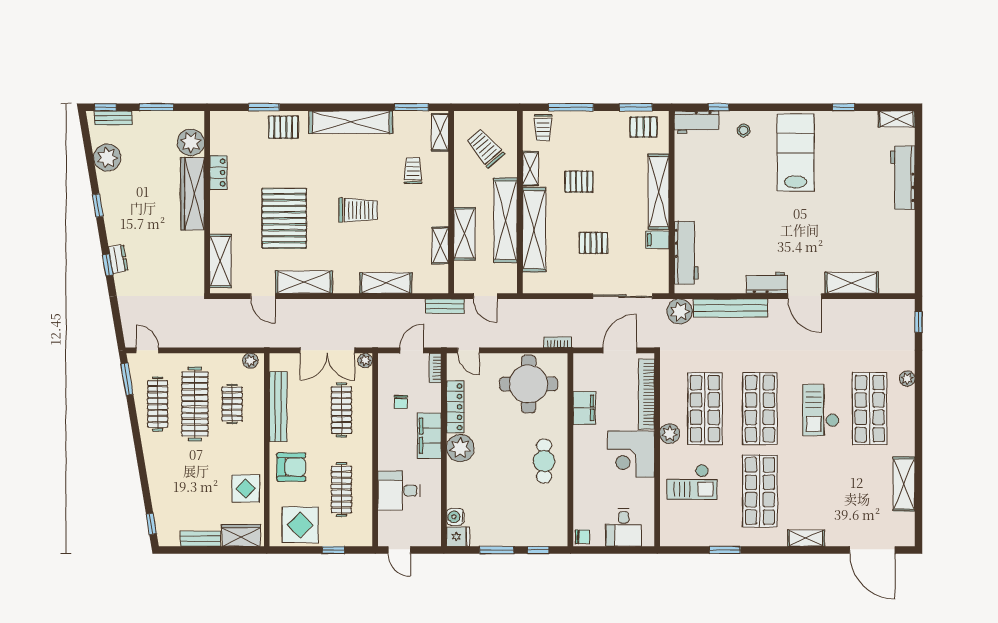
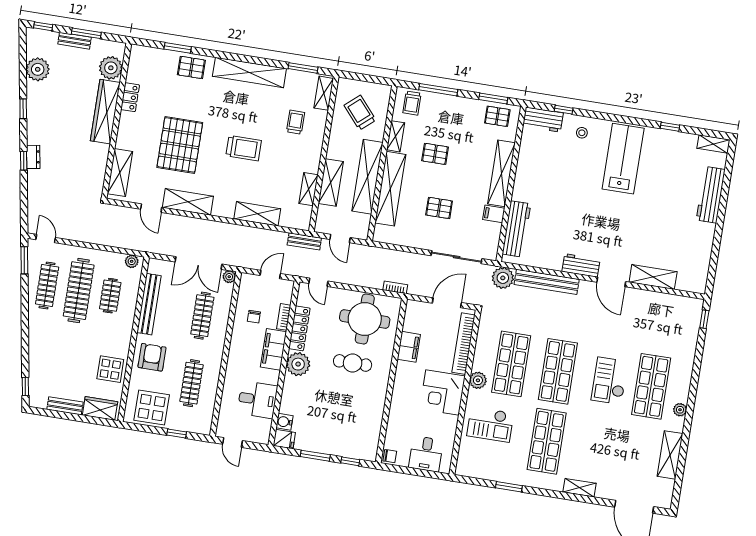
bench: (113, 118) -> (75, 41), moved
bookcase: (435, 368) -> (284, 317), moved
plant: (907, 379) -> (680, 410), moved
cafe table: (544, 461) -> (353, 363), moved, turned 90
armchair: (291, 467) -> (152, 357), turned -90
desk: (399, 491) -> (257, 400), moved, turned 180

